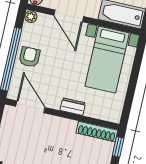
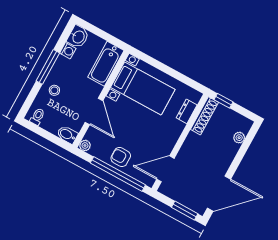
door: (69, 16) -> (94, 112), hinge flipped
dresser: (73, 107) -> (187, 111), moved

